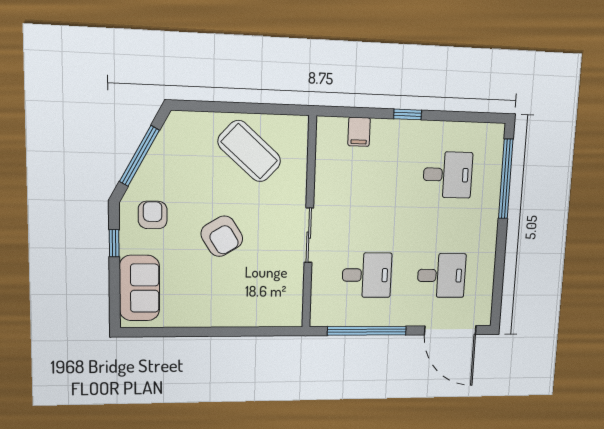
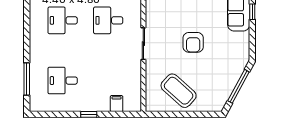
window: (506, 179) -> (27, 79), width x0.68
armchair: (153, 215) -> (231, 54), removed
armchair: (222, 236) -> (193, 42), turned -148
window: (114, 243) -> (252, 12), moved

